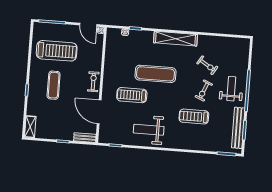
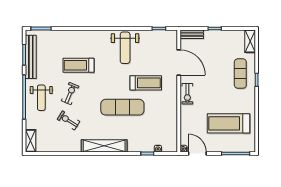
shelving: (245, 49) -> (31, 141), added
exercise mat: (54, 85) -> (240, 74), moved
treadmill: (194, 117) -> (78, 65), turned 180
weight bench: (149, 130) -> (125, 48), turned 90

